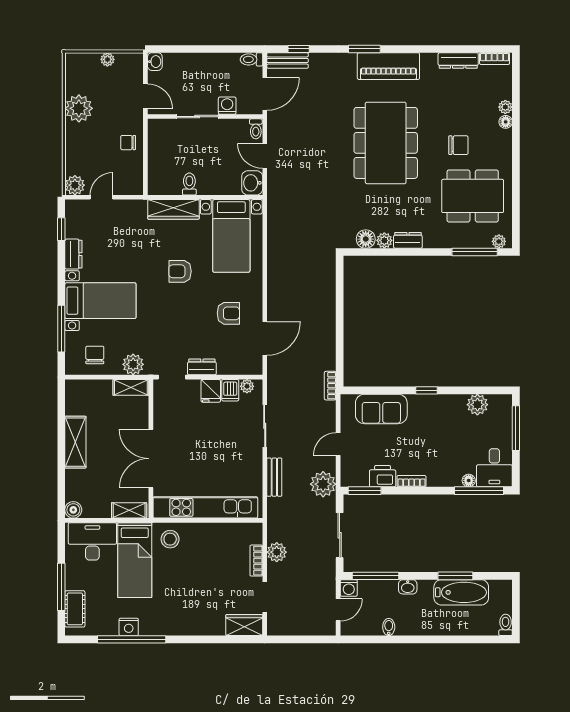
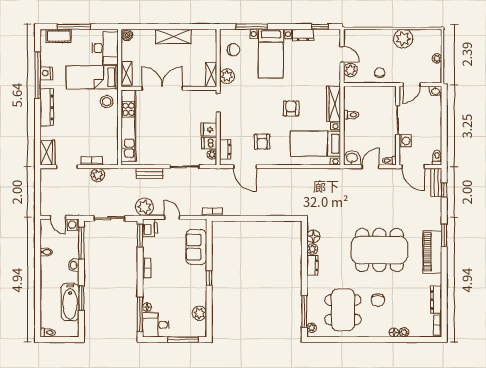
plant: (75, 185) -> (350, 70), moved
dresser: (202, 367) -> (225, 150), moved
printer: (383, 476) -> (150, 228), moved
dresser: (179, 626) -> (47, 107), added

